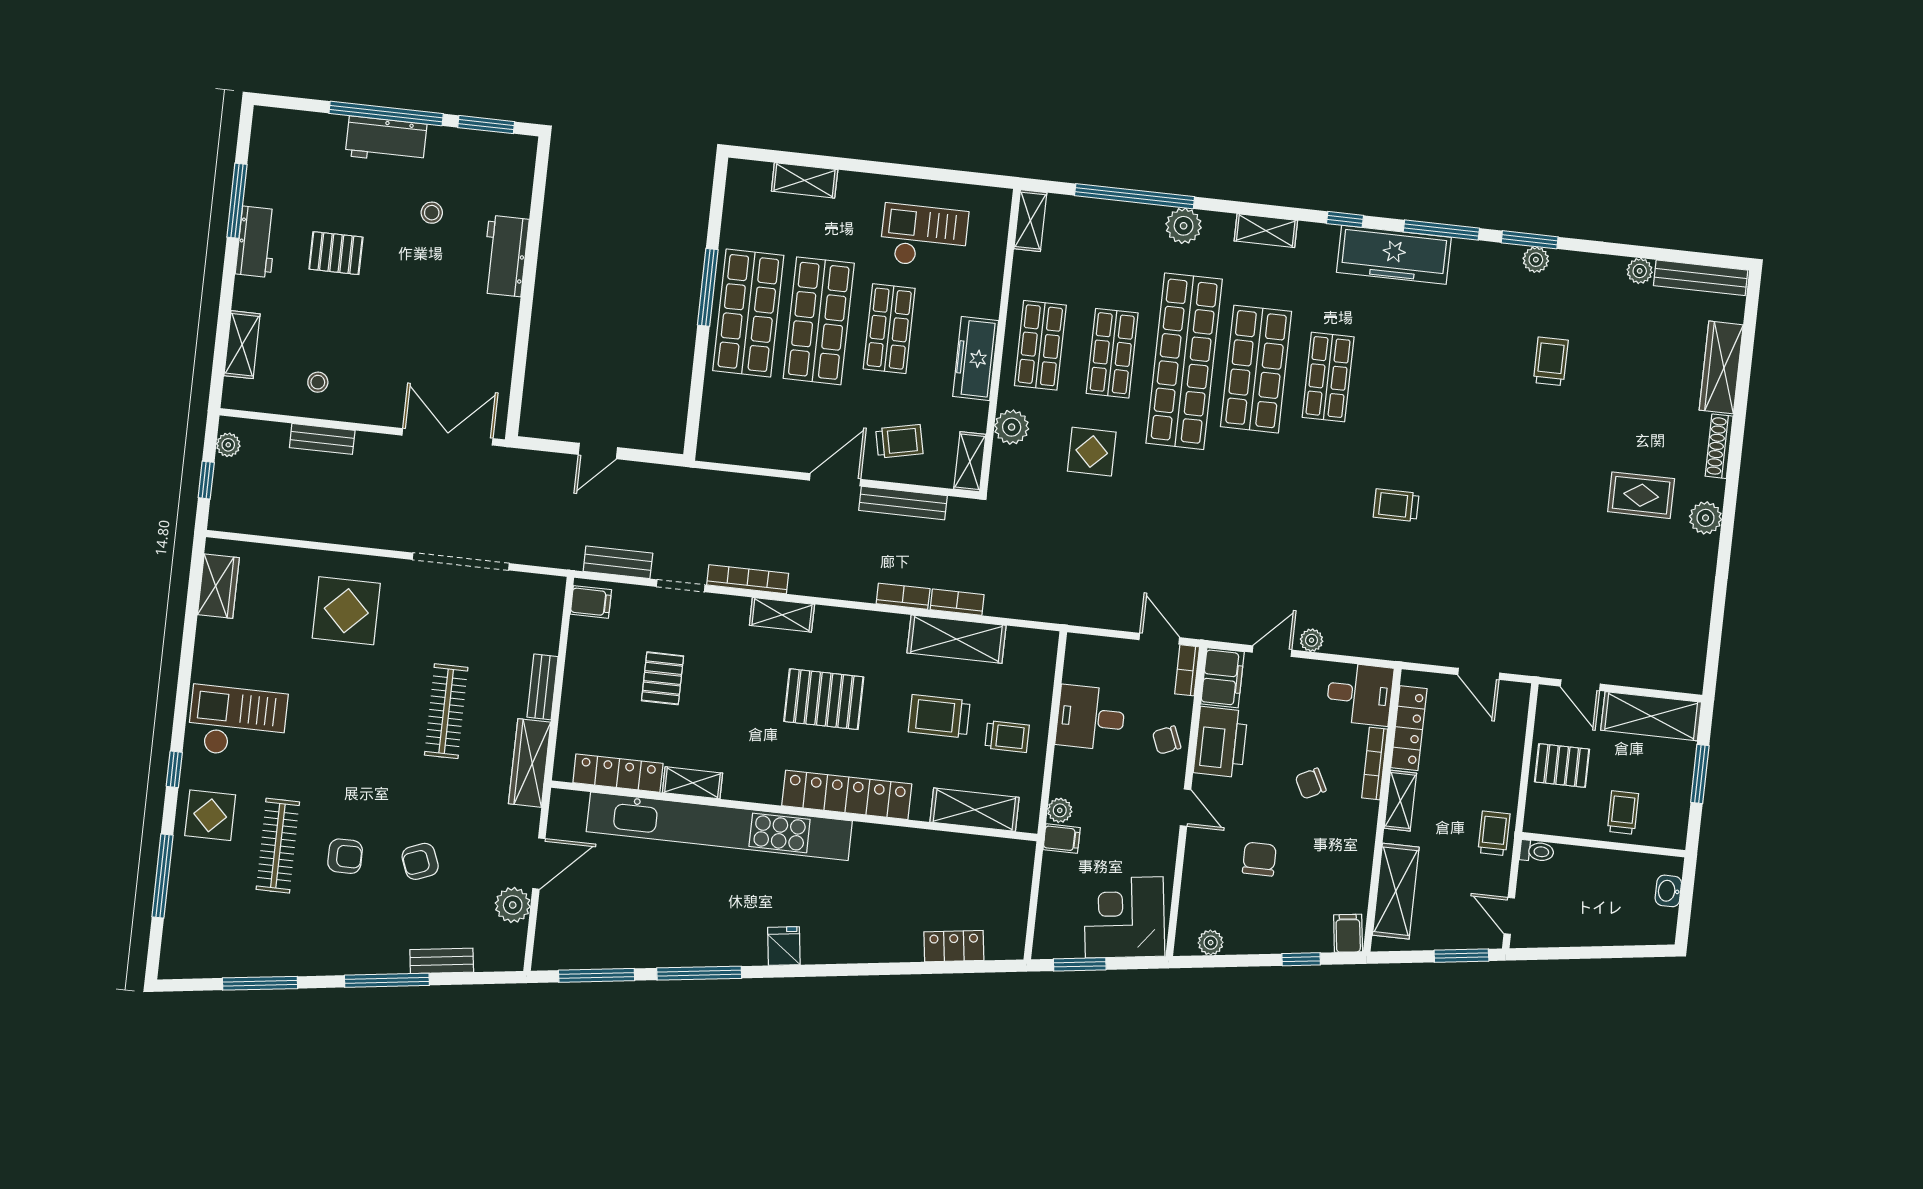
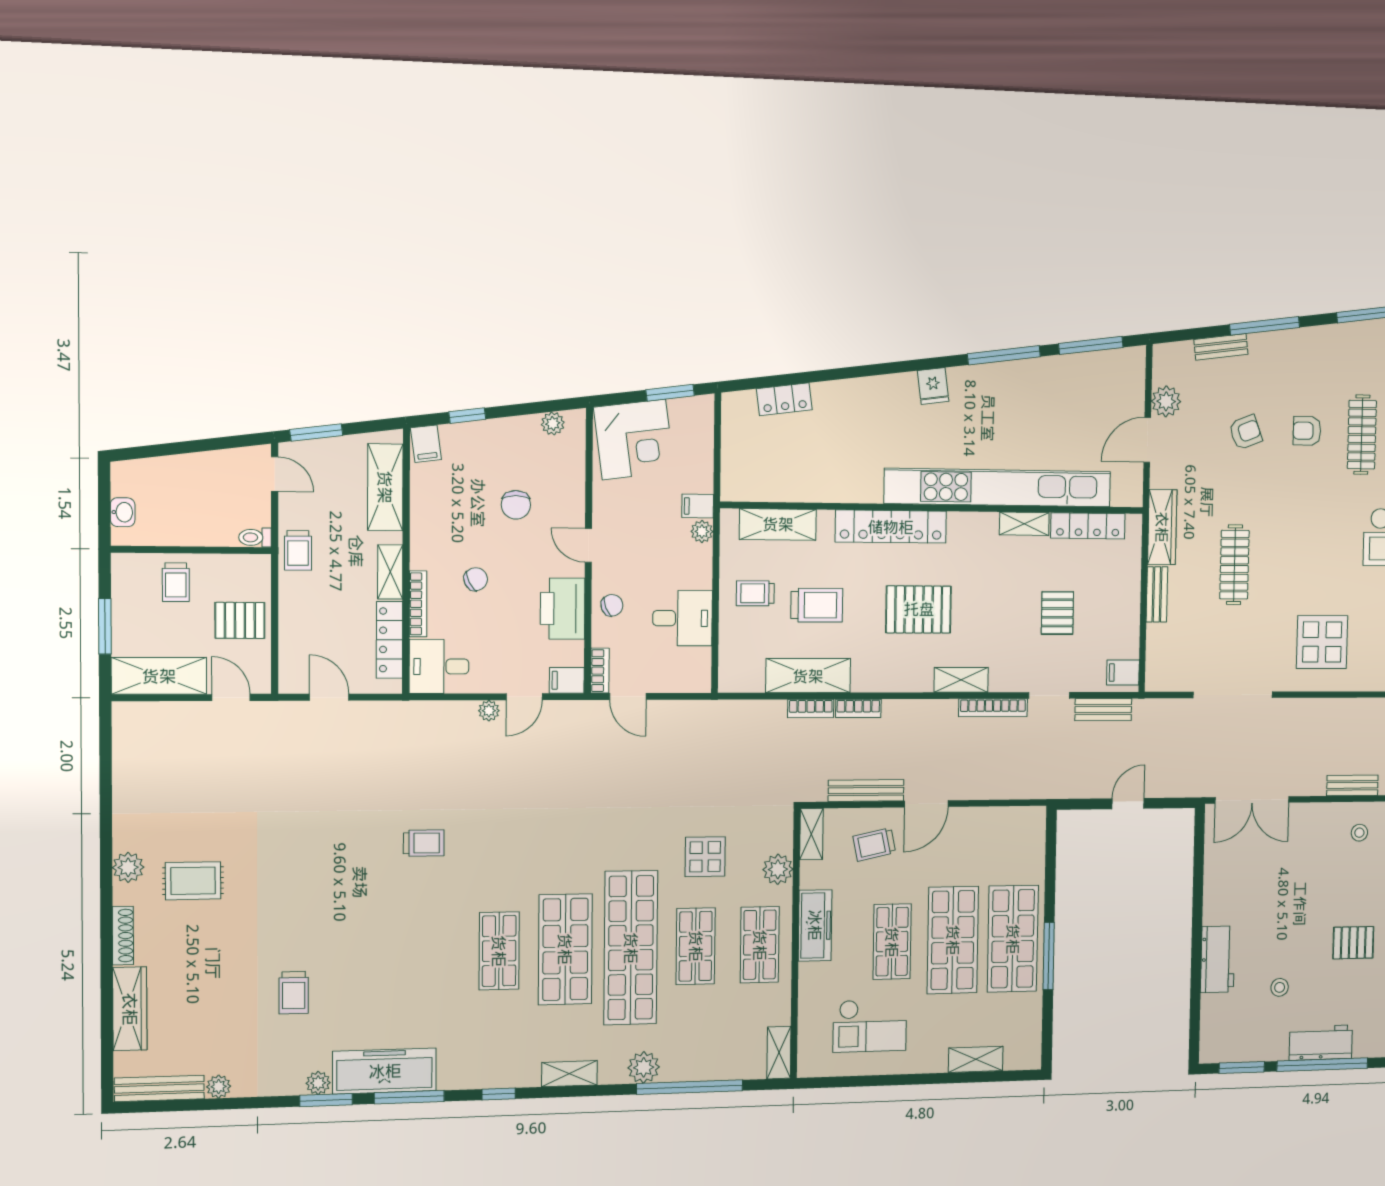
freezer: (1394, 255) -> (385, 1071), moved
filing cabinet: (1223, 678) -> (567, 680), width x0.50

